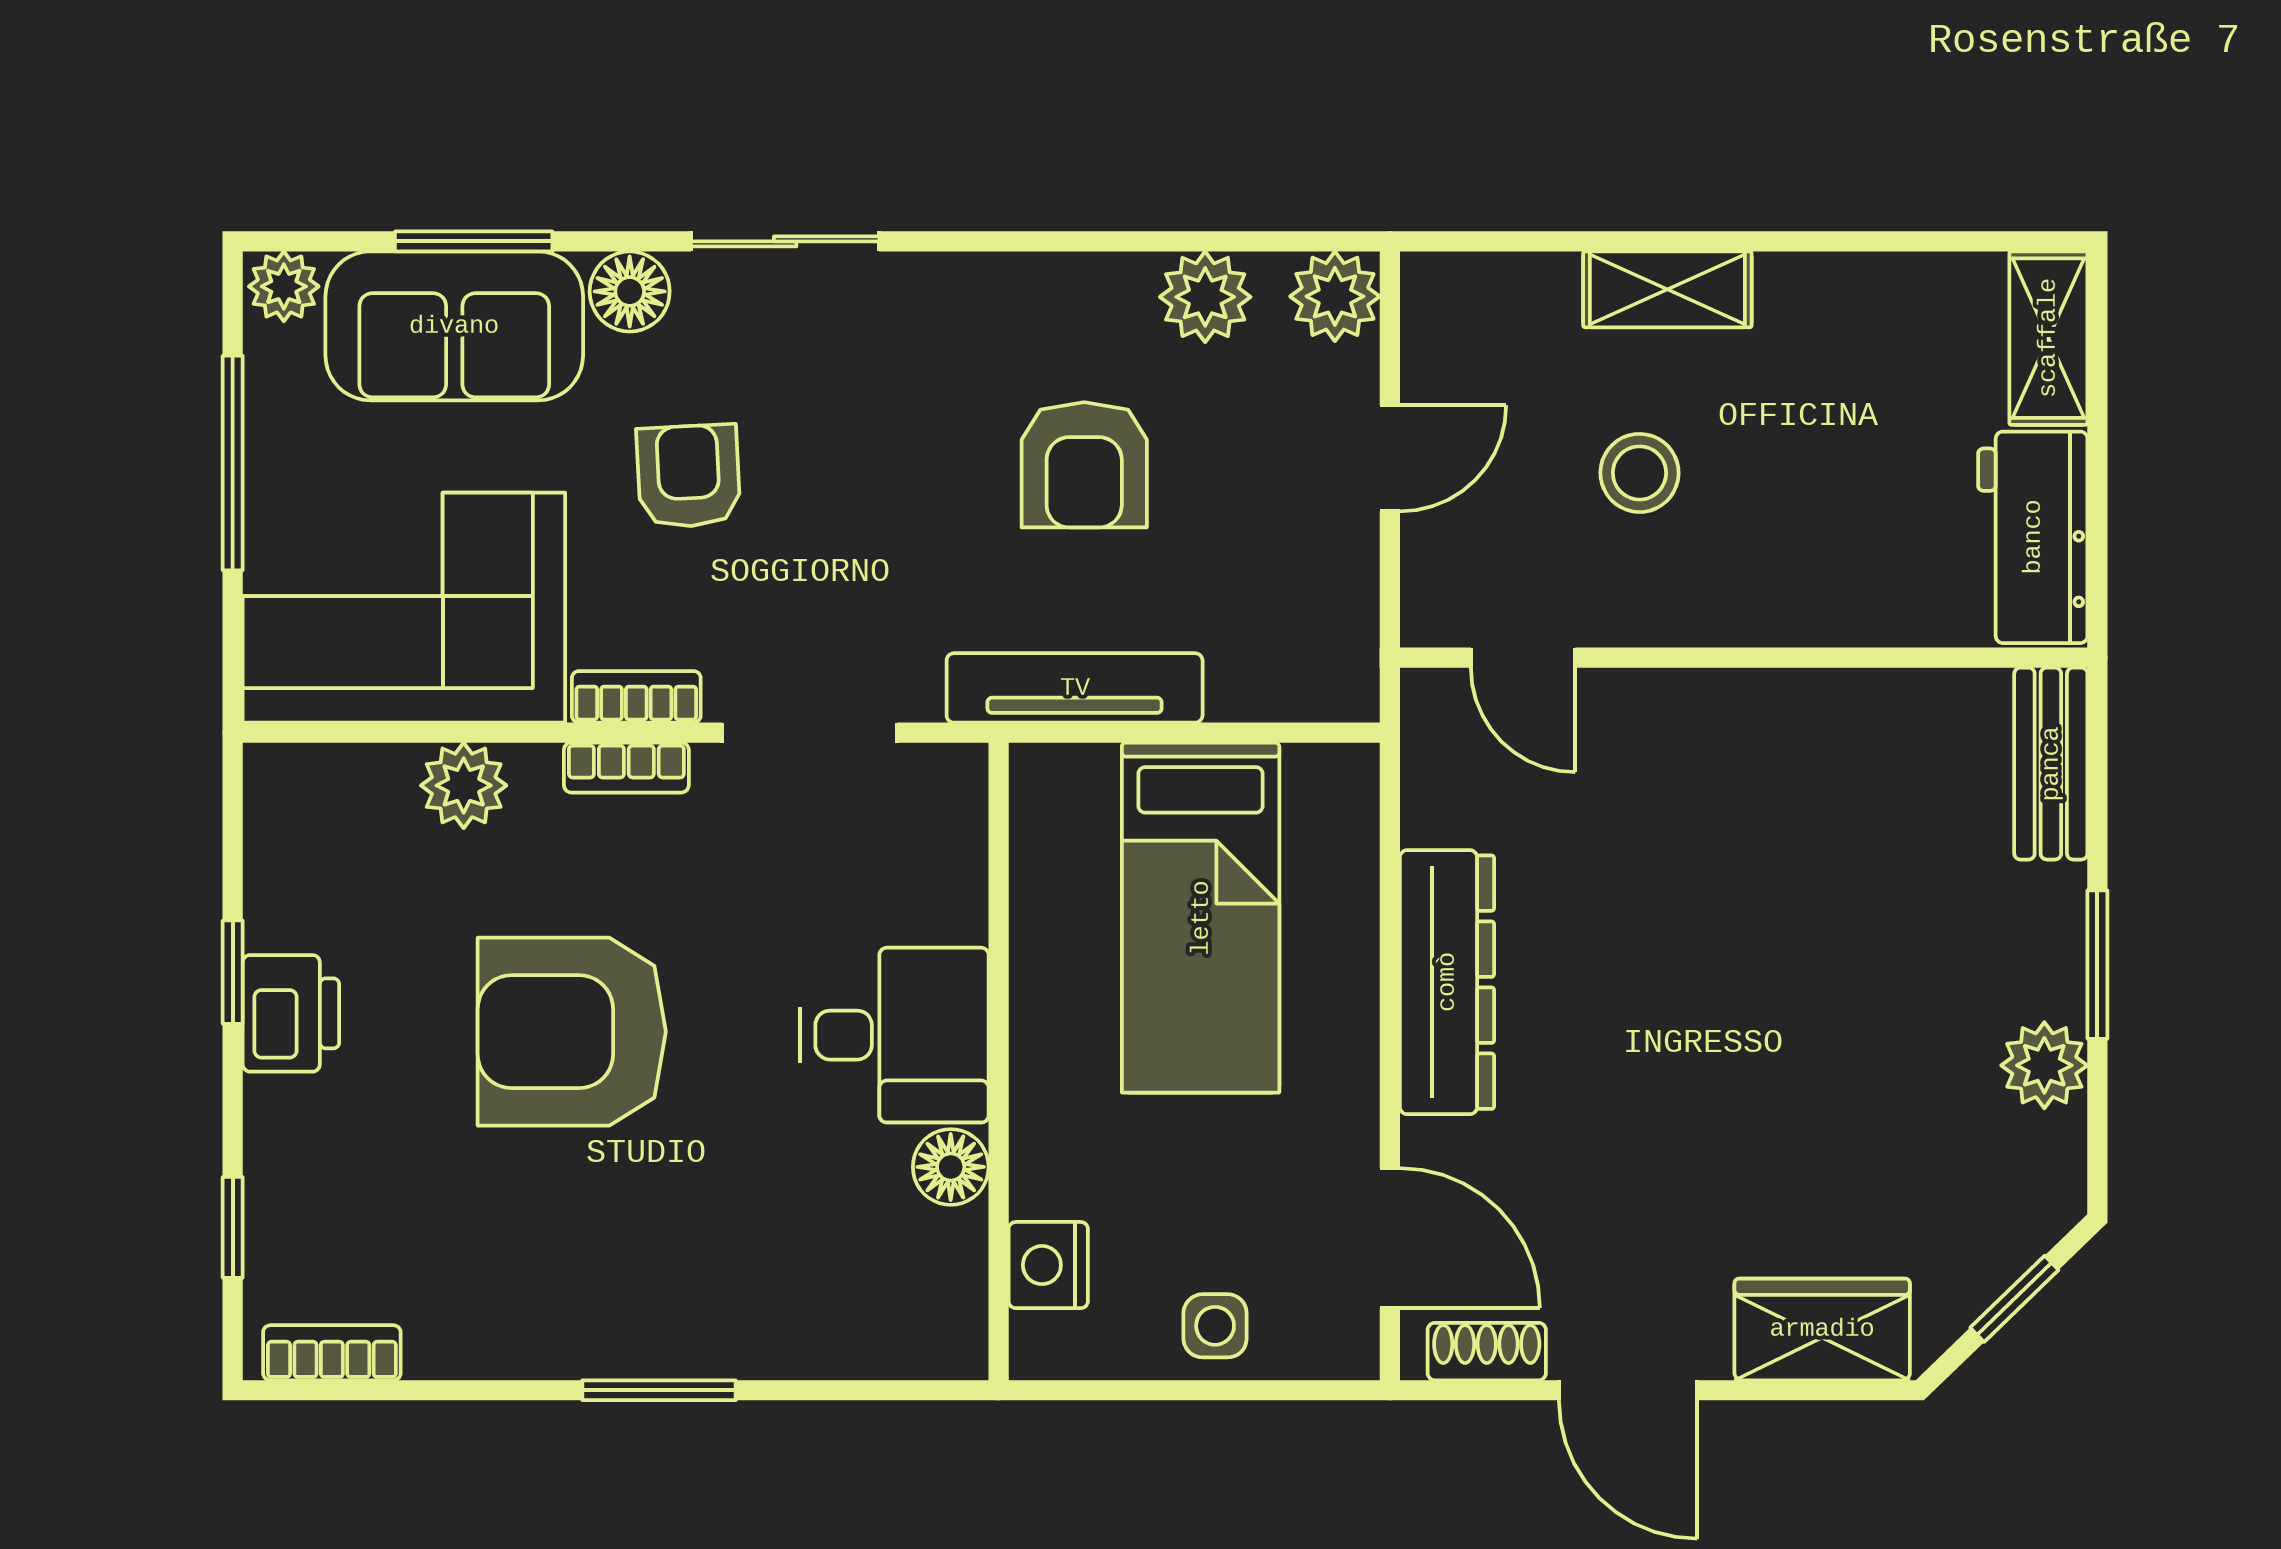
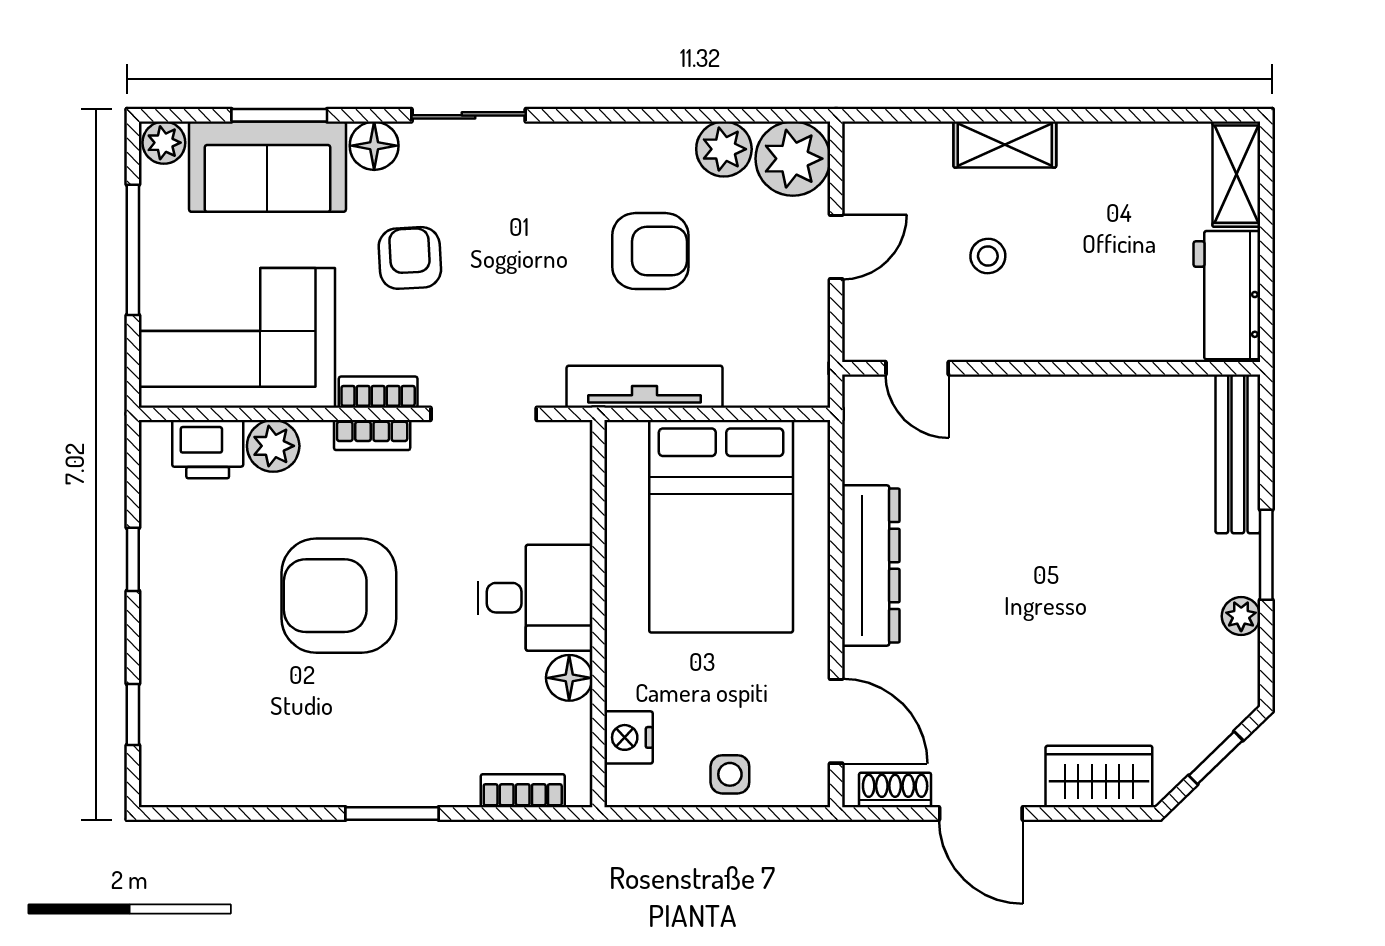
plant: (1335, 296) -> (793, 159), width x1.36, depth x1.36
armchair: (1084, 465) -> (650, 251), turned -90
stool: (1639, 473) -> (988, 256), width x0.73, depth x0.73
bench: (2051, 764) -> (1238, 454), width x1.36
bed: (1201, 918) -> (721, 526), width x1.50
printer: (291, 1013) -> (208, 449), moved, turned 90
plant: (2044, 1065) -> (1241, 616), width x0.73, depth x0.73
bookcase: (332, 1353) -> (523, 791), moved

